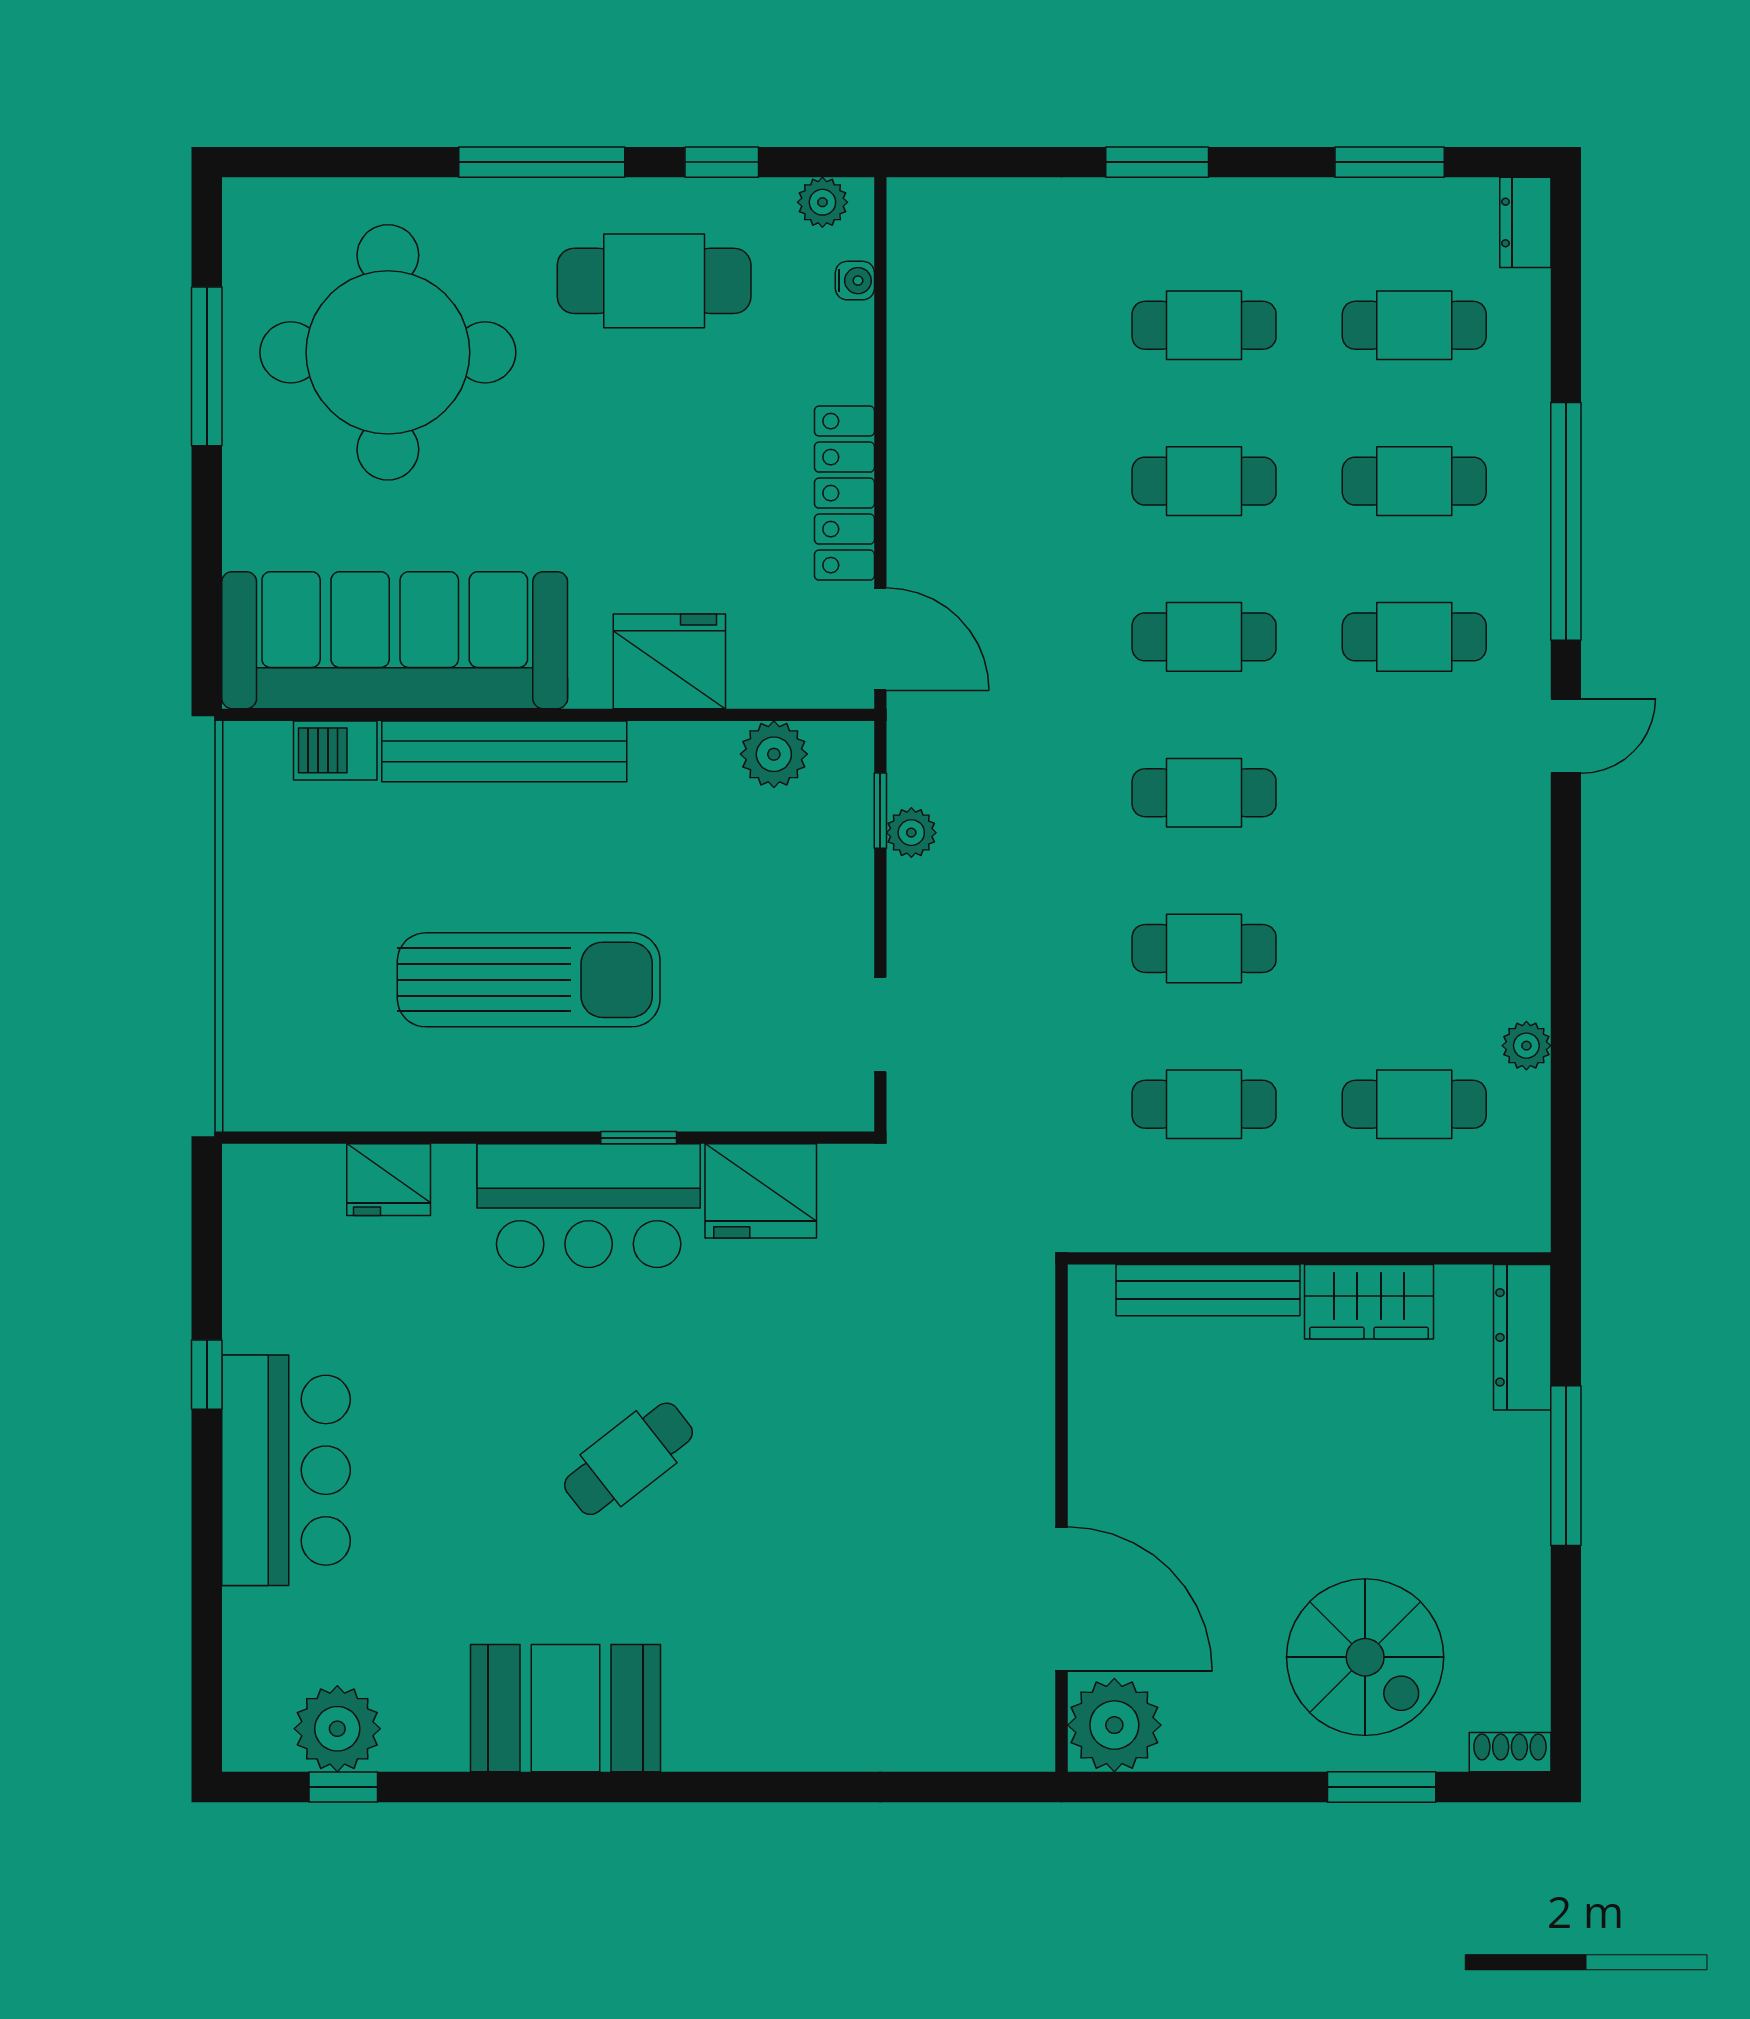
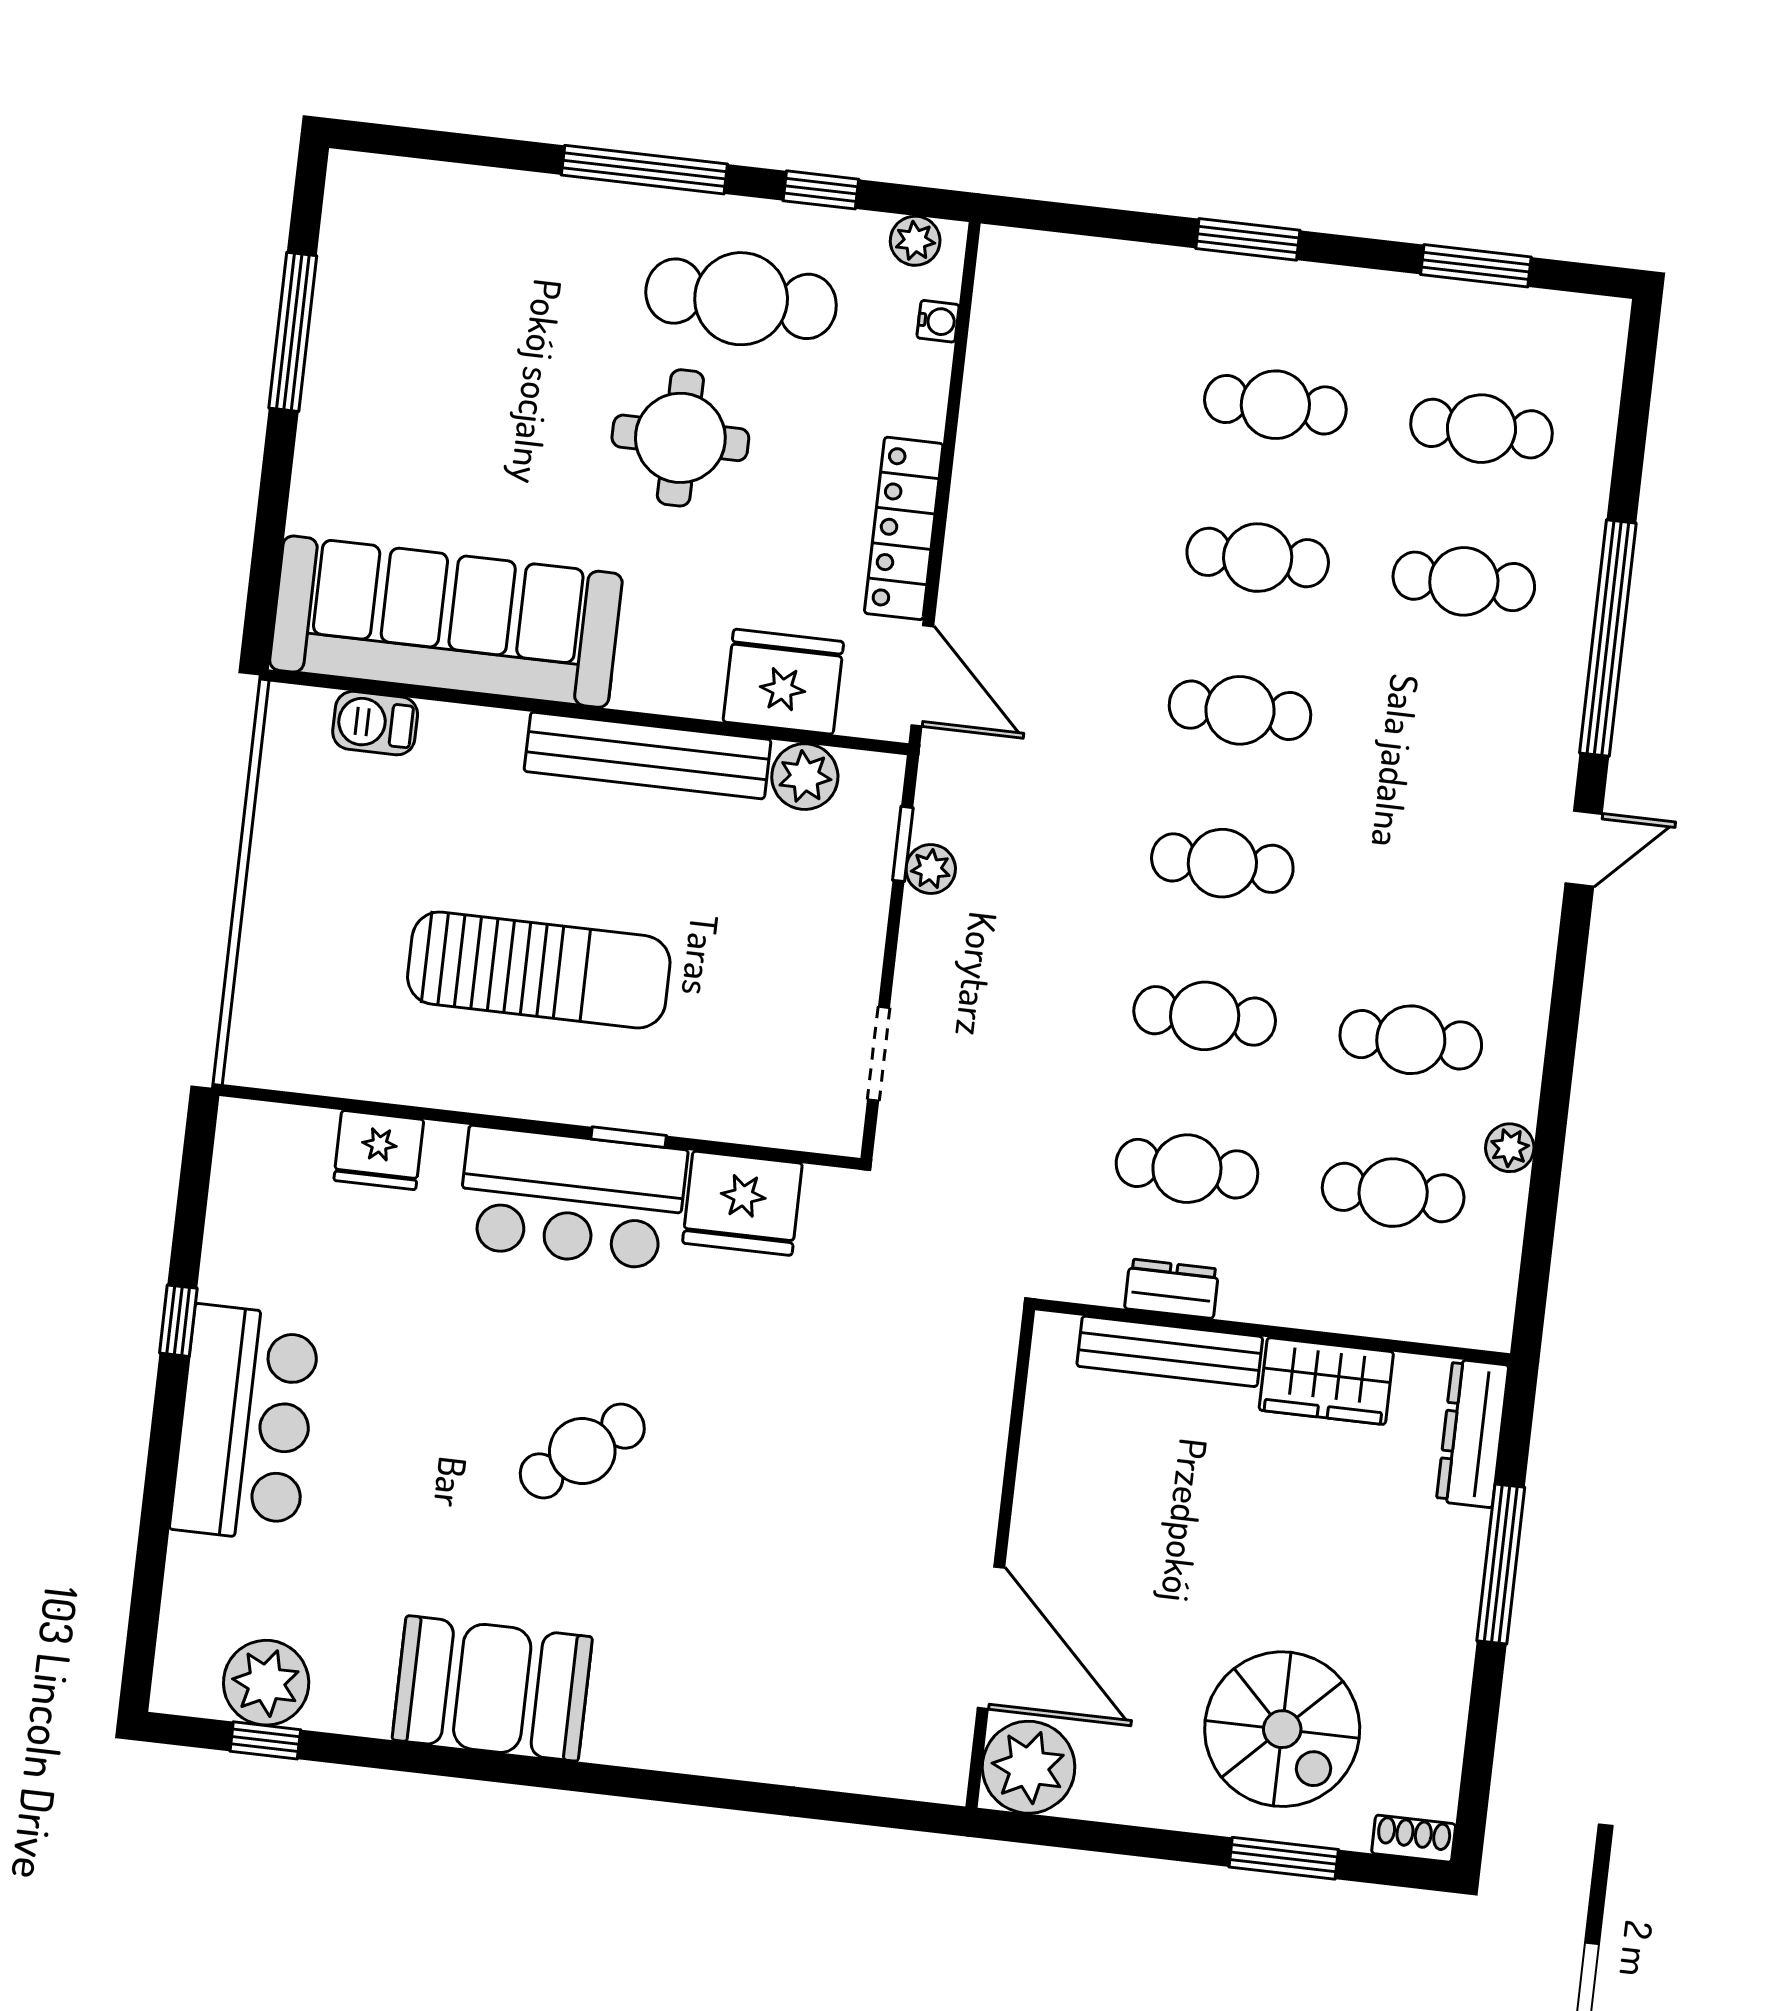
dresser: (1525, 222) -> (1172, 1289), moved, turned 90
round table: (388, 352) -> (680, 438), moved, width x0.54, depth x0.54
cafe table: (1414, 637) -> (1411, 1040), moved
fridge: (669, 661) -> (783, 682), moved
bench: (504, 751) -> (648, 755), moved

